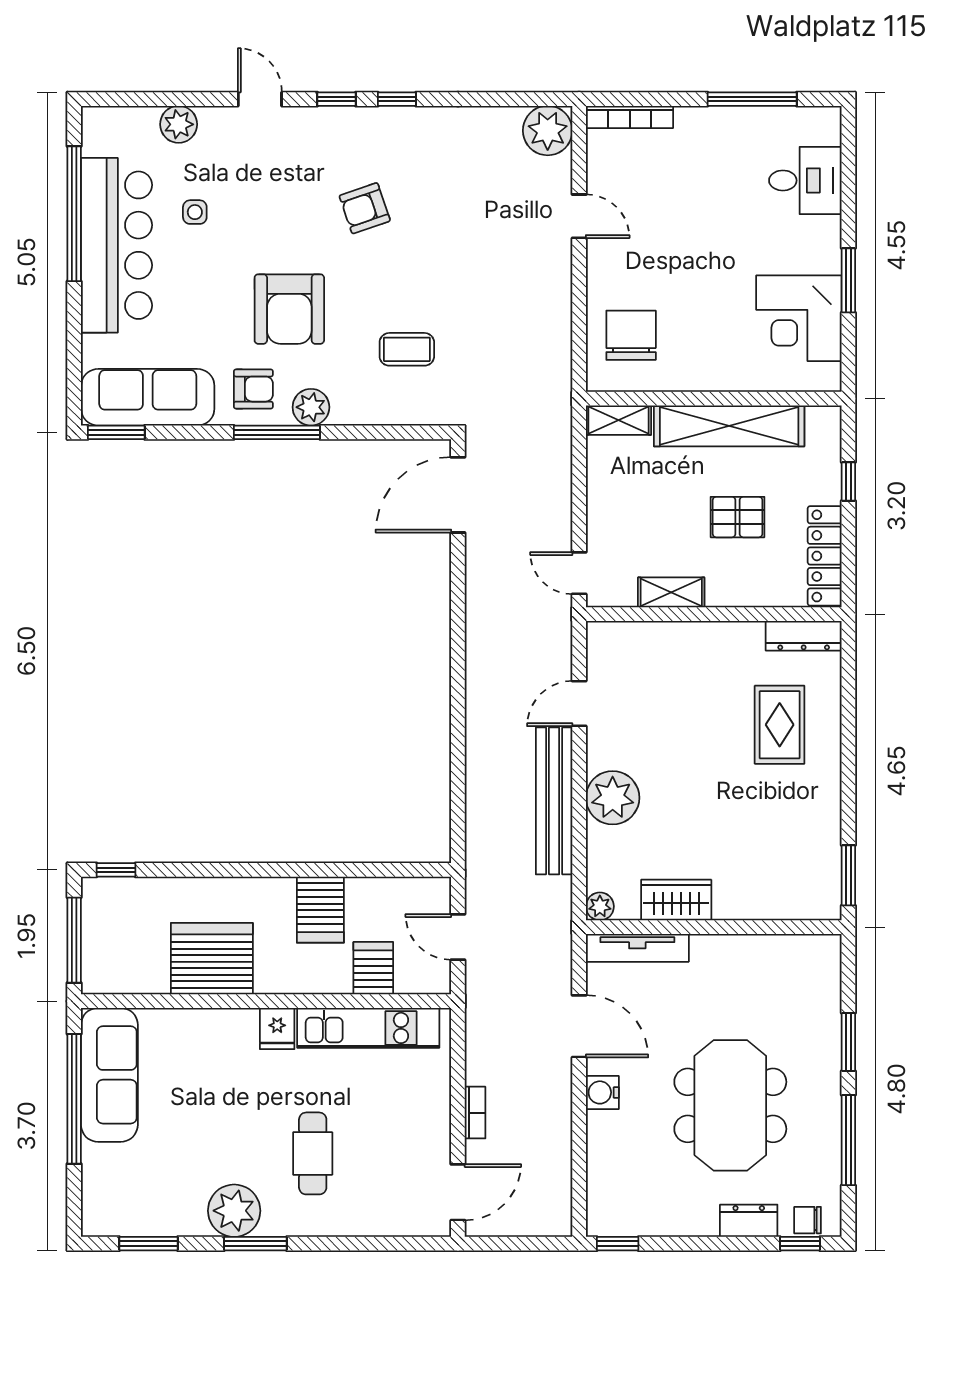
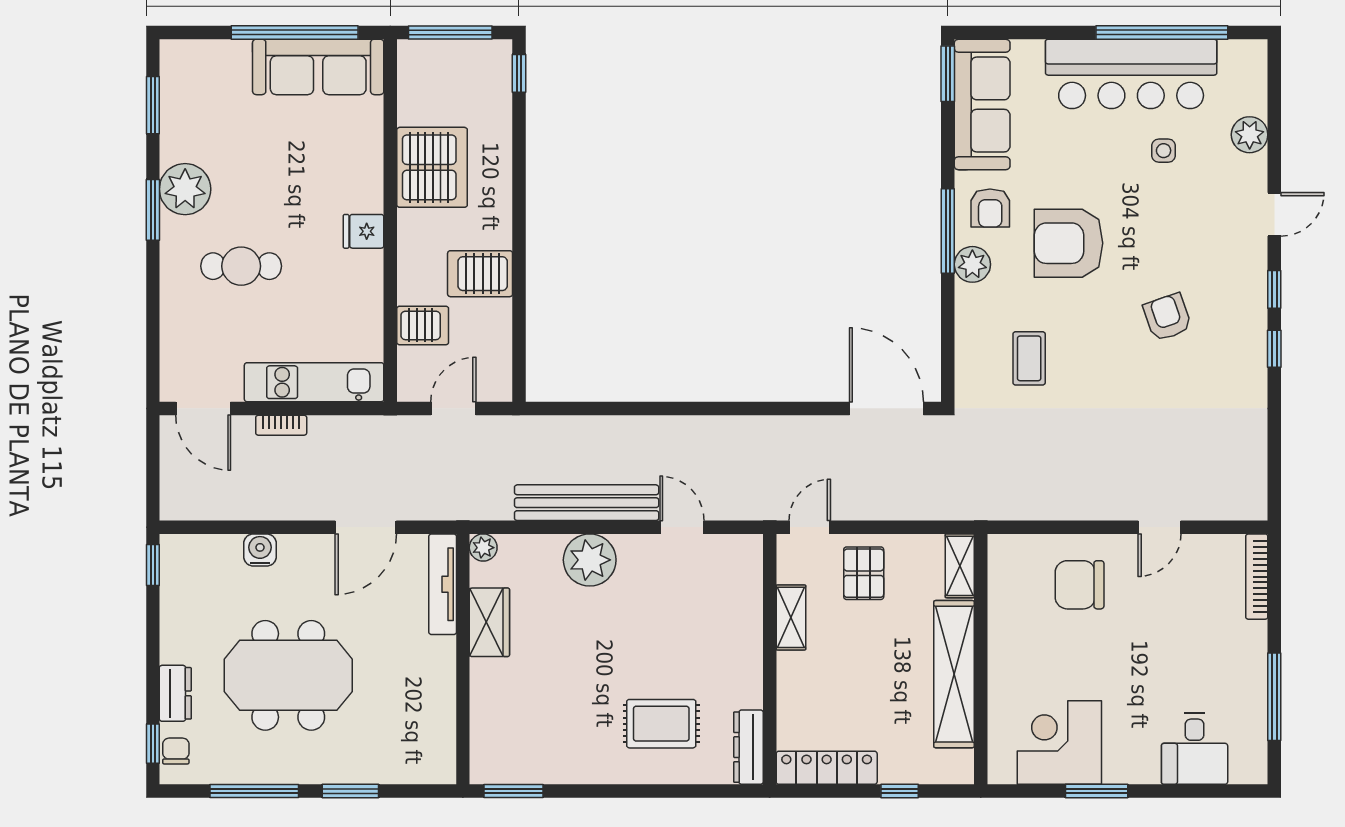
plant: (548, 131) -> (1243, 496), removed
chair: (631, 335) -> (1080, 585), moved, turned 180
pallet: (738, 517) -> (864, 573), moved
kitchen unit: (368, 1028) -> (314, 382), moved, turned 90
water cooler: (602, 1092) -> (260, 550), moved

